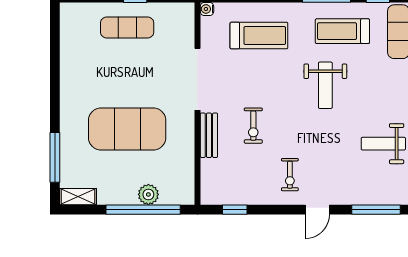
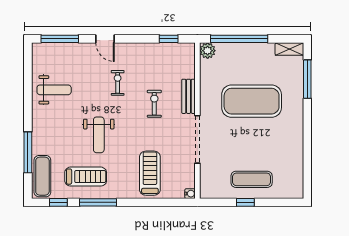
treadmill: (259, 36) -> (150, 173), turned 90
weight bench: (325, 85) -> (99, 135), turned 180
exercise bike: (290, 175) -> (118, 83), moved
plant: (148, 194) -> (208, 51), moved
door: (317, 210) -> (105, 39), swing flipped

